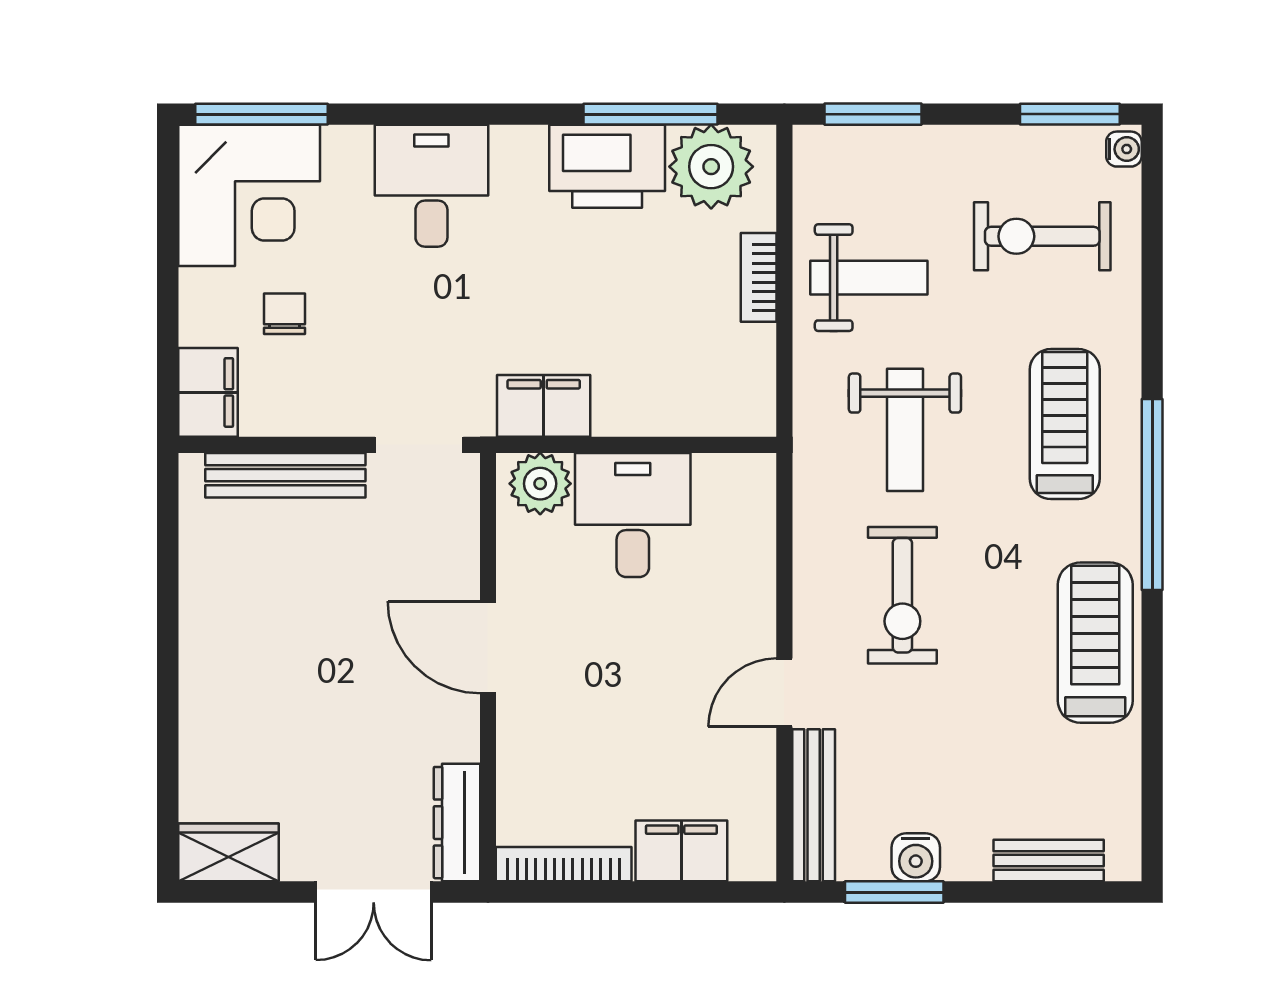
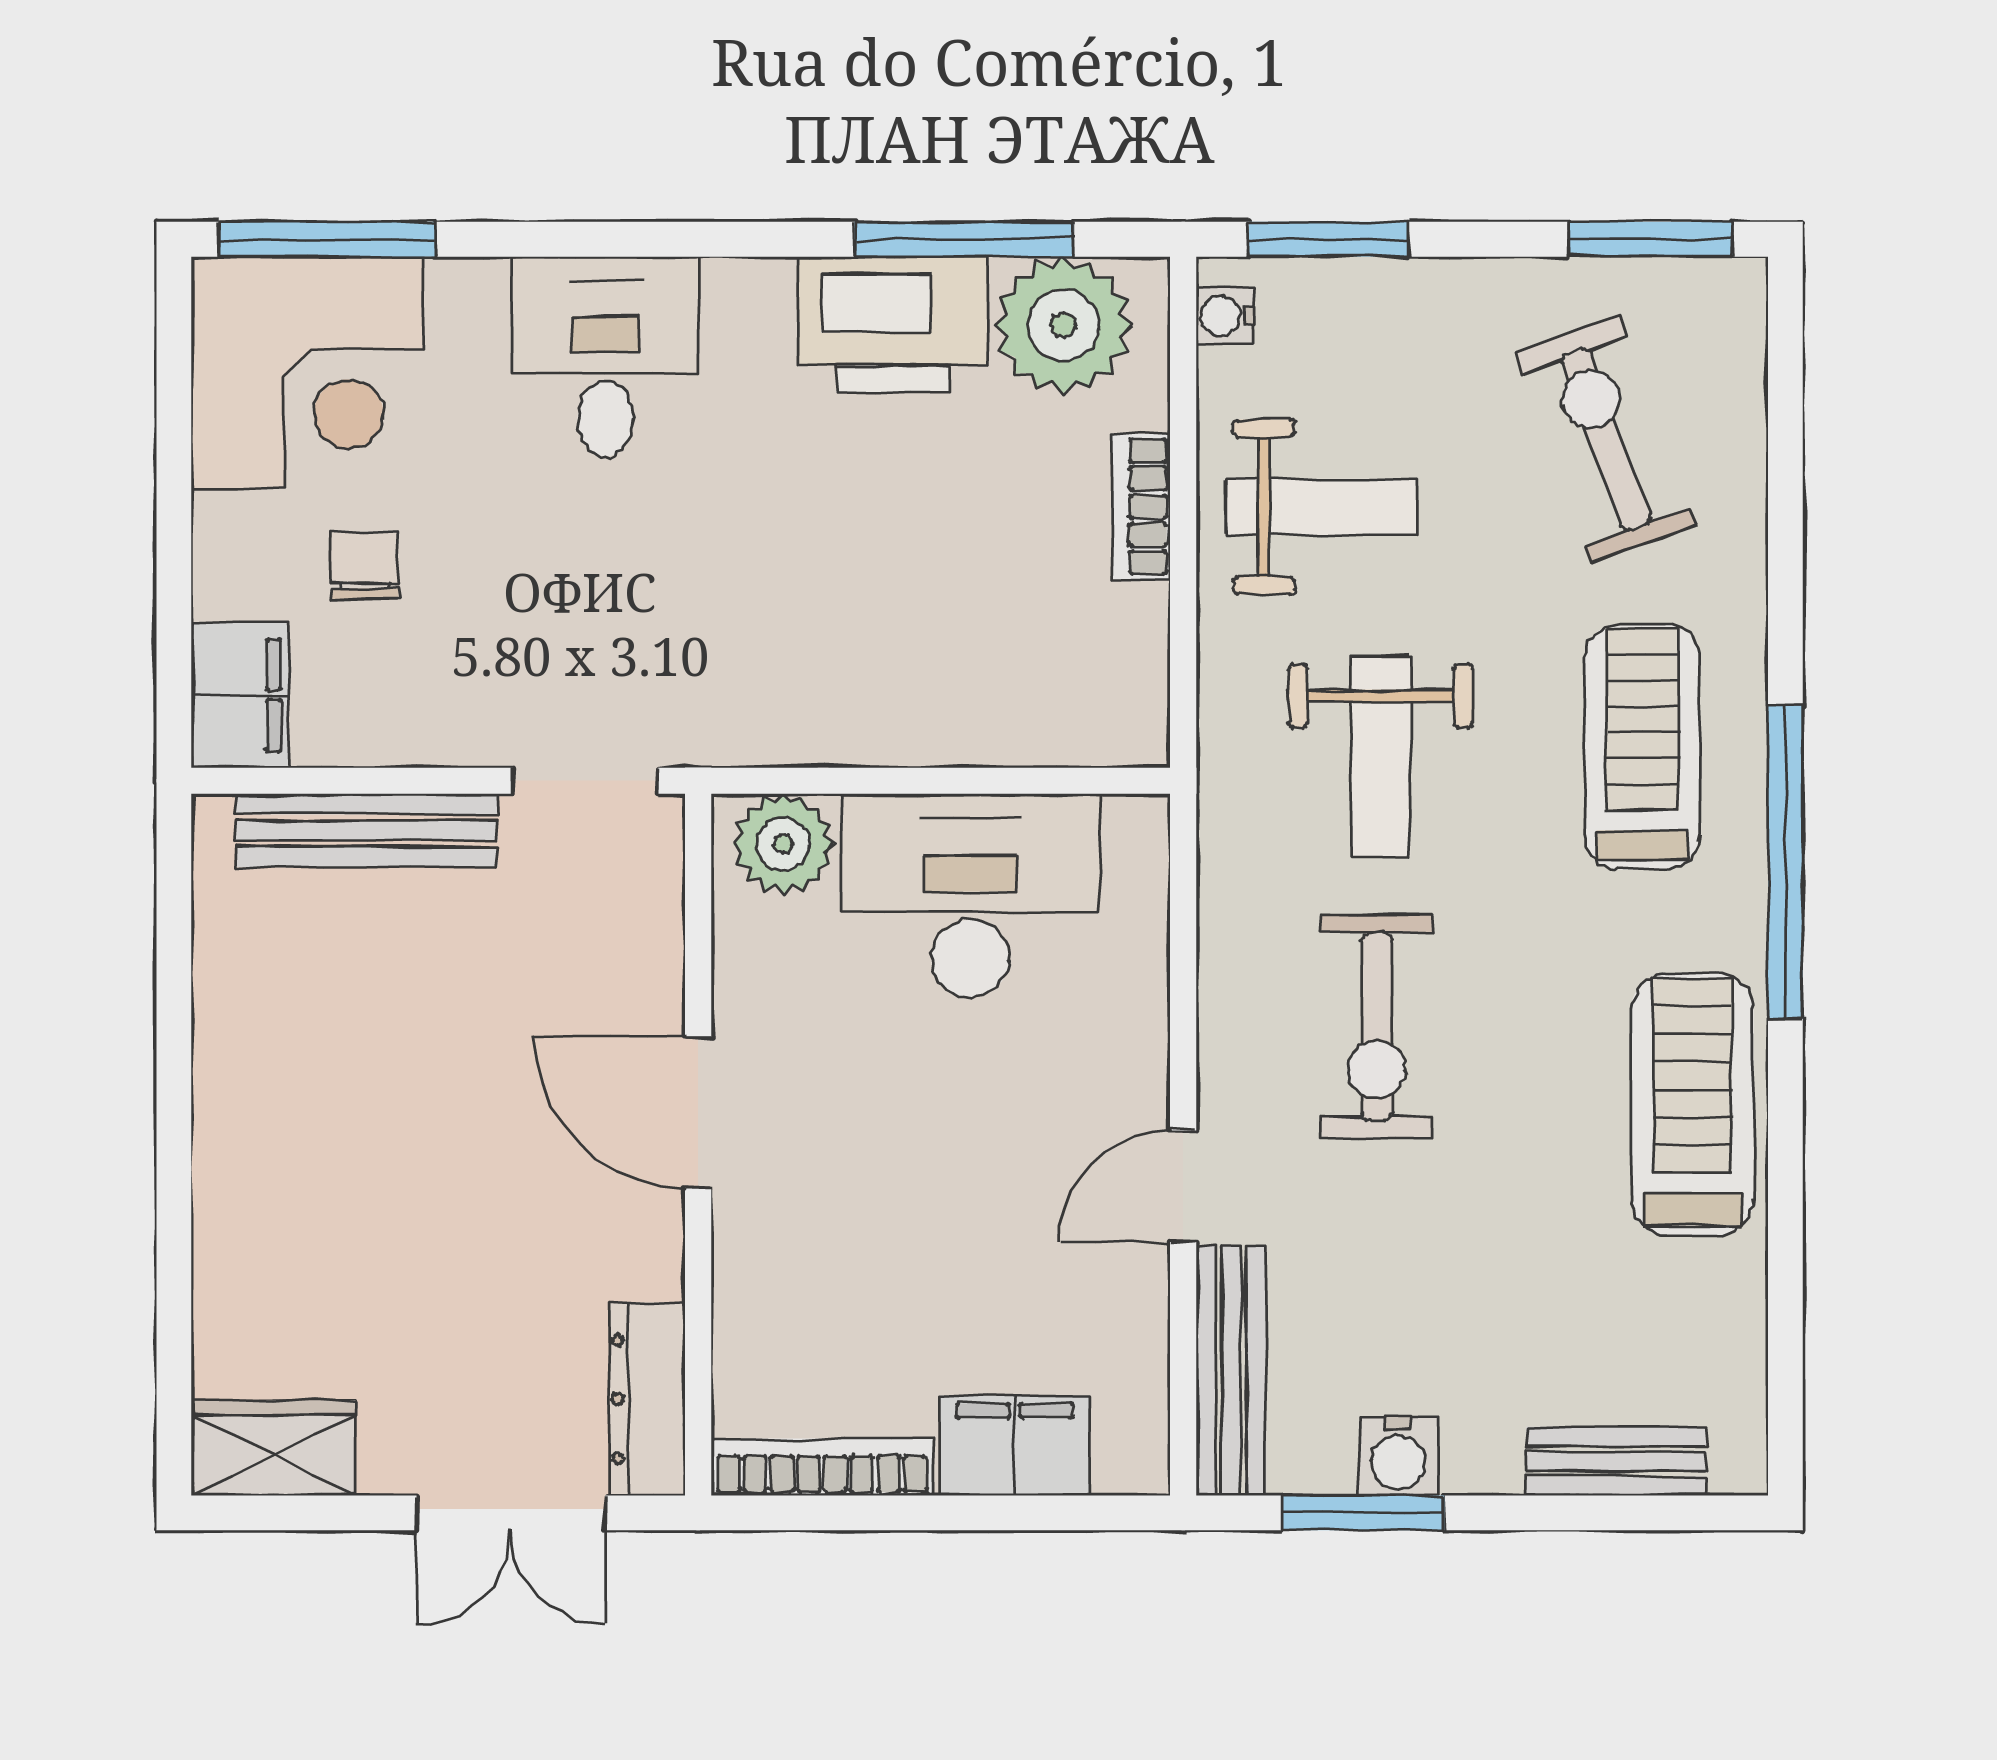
water cooler: (1124, 149) -> (1225, 316), moved, turned 180
exercise bike: (1042, 236) -> (1606, 439), turned 70
filing cabinet: (544, 406) -> (789, 717), removed
desk: (633, 515) -> (970, 896), width x1.37

